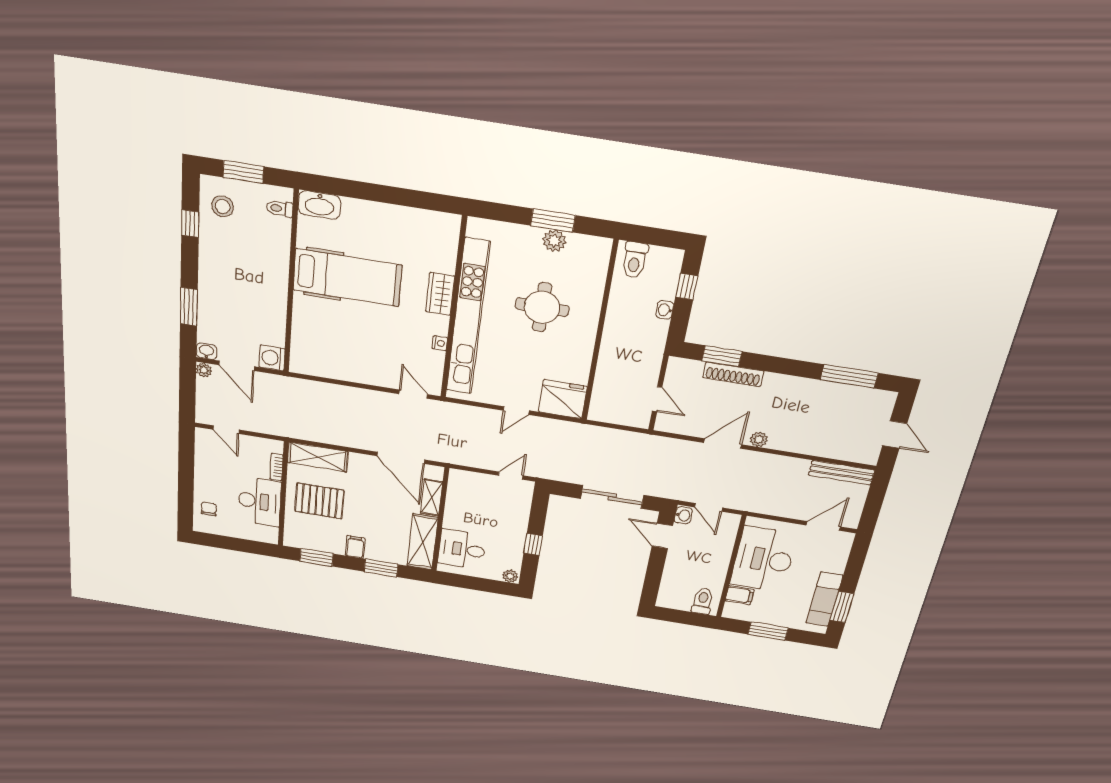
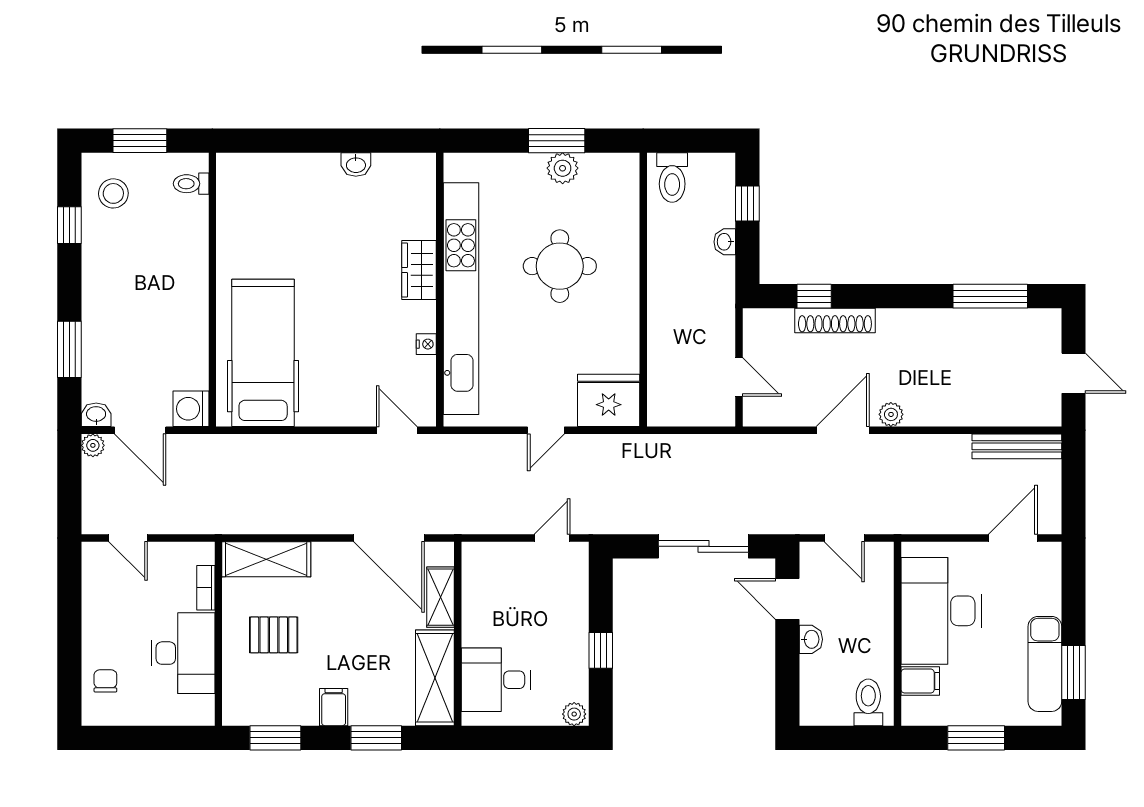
washbasin: (319, 205) -> (356, 164), moved, width x0.52, depth x0.69
hospital bed: (347, 278) -> (263, 353), moved, turned -90
window: (722, 356) -> (814, 296), width x0.67
pallet: (319, 501) -> (274, 635), width x0.67, depth x0.71
washbasin: (683, 515) -> (811, 639), moved

